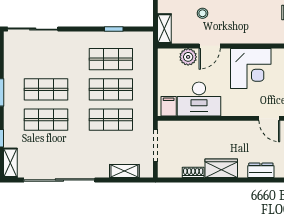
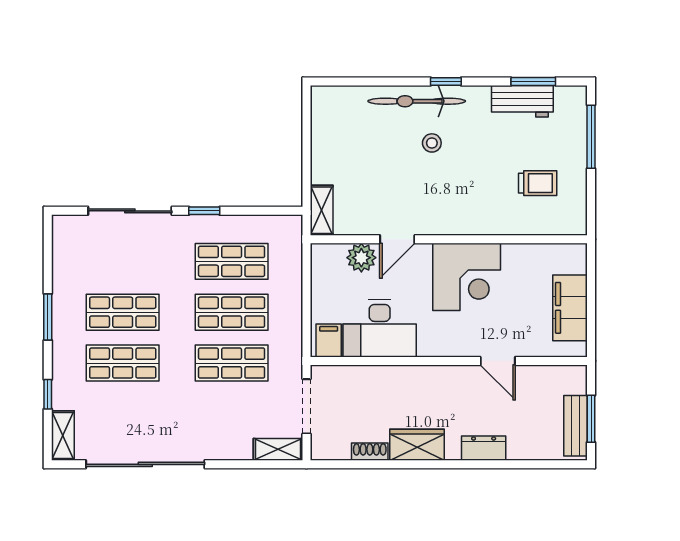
stool: (202, 13) -> (386, 184), removed
sliding door: (33, 29) -> (130, 211), moved
window: (114, 29) -> (204, 211), moved
shelving: (124, 171) -> (278, 449), moved

